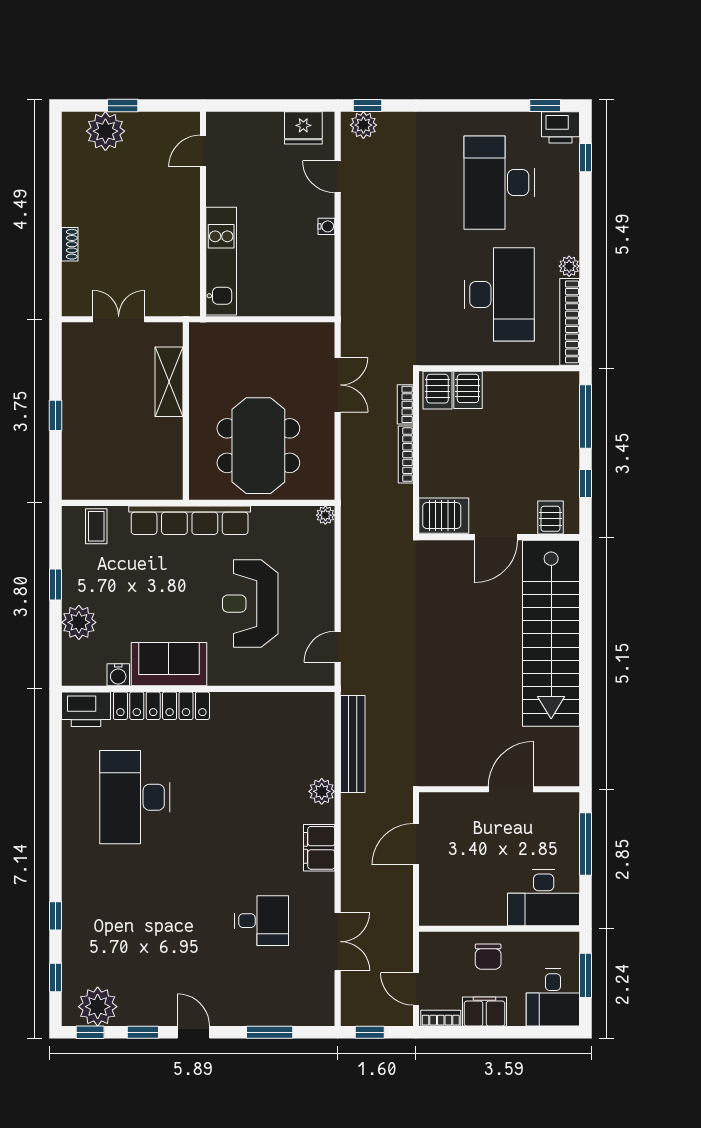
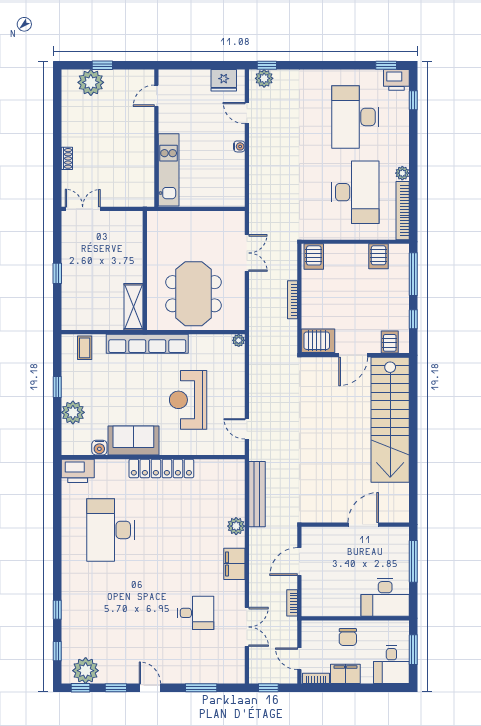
double door: (119, 319) -> (83, 209), moved
shelving: (169, 382) -> (133, 307), moved
server rack: (468, 390) -> (379, 256), moved
bookcase: (405, 404) -> (292, 603), moved
door: (338, 647) -> (247, 429), hinge flipped
locker: (161, 706) -> (161, 468), moved

